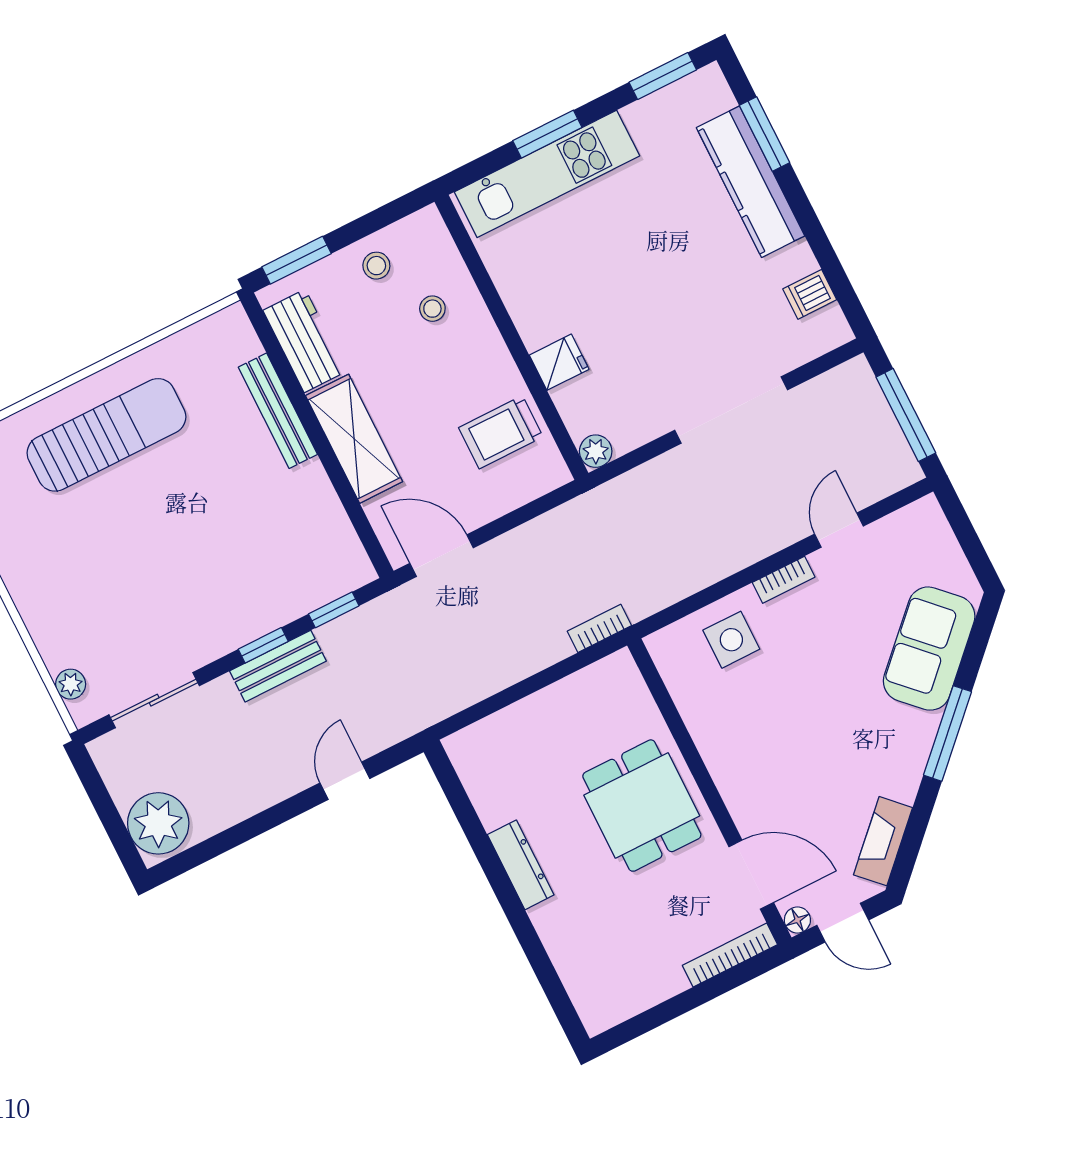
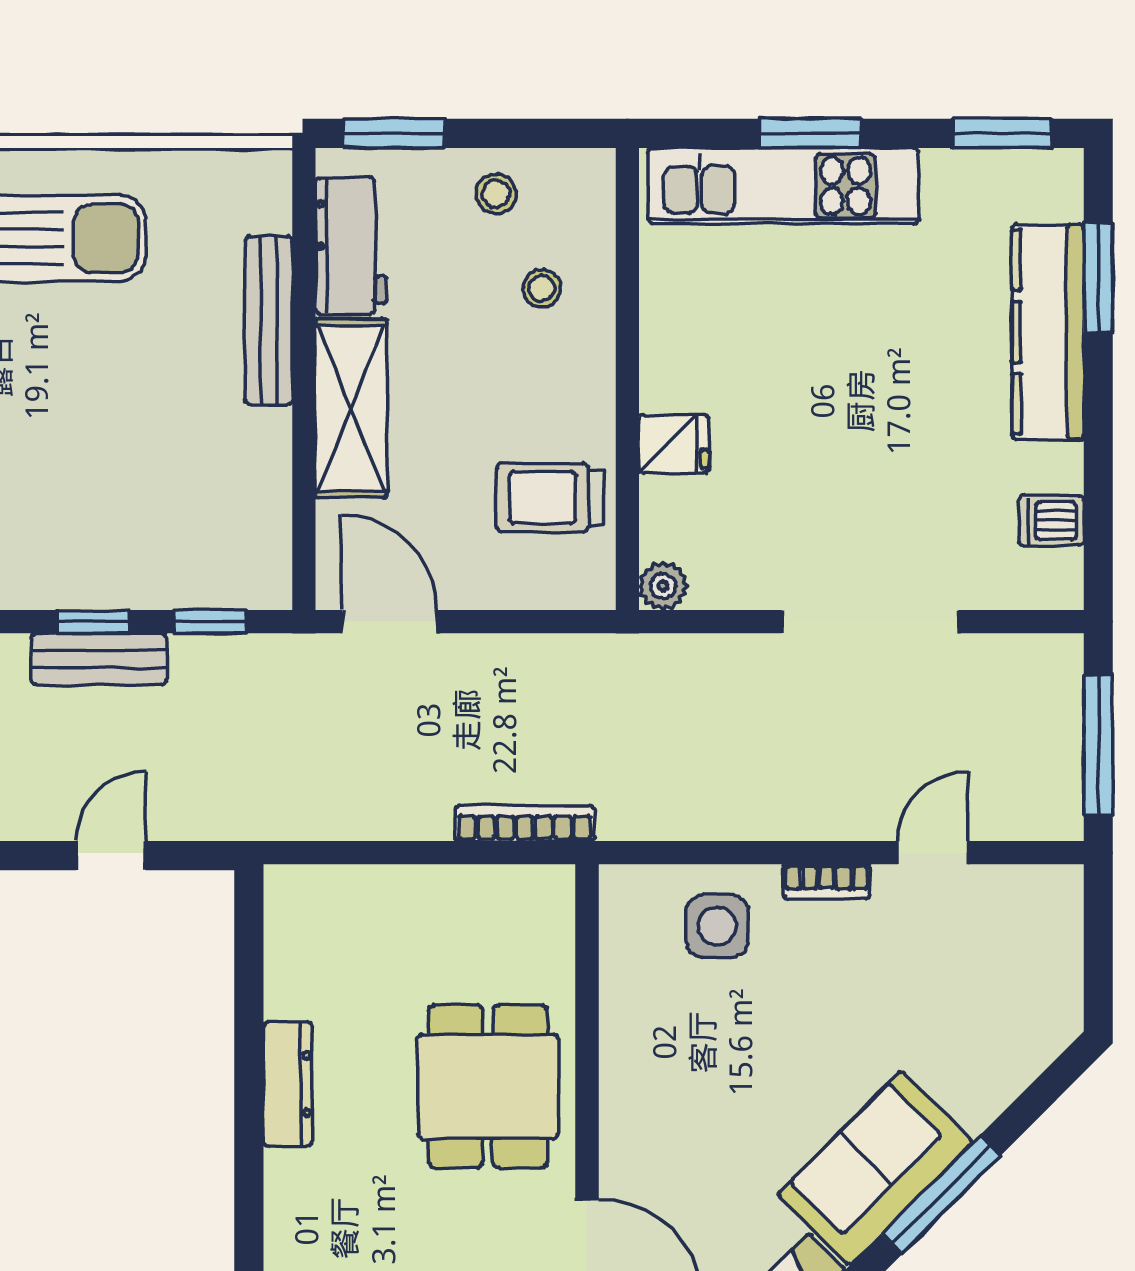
bookcase: (599, 628) -> (525, 823), width x1.56
sofa: (929, 649) -> (875, 1168), moved

